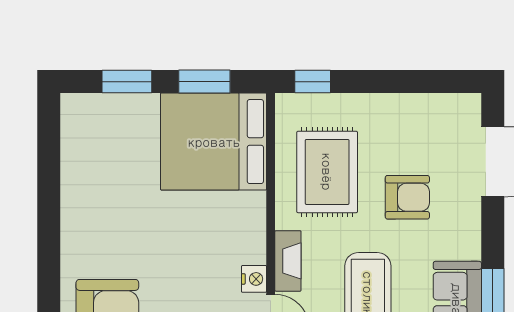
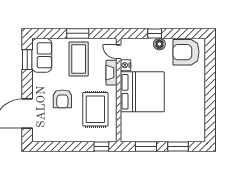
bed: (214, 142) -> (142, 92), moved
armchair: (407, 197) -> (62, 99), turned -90

